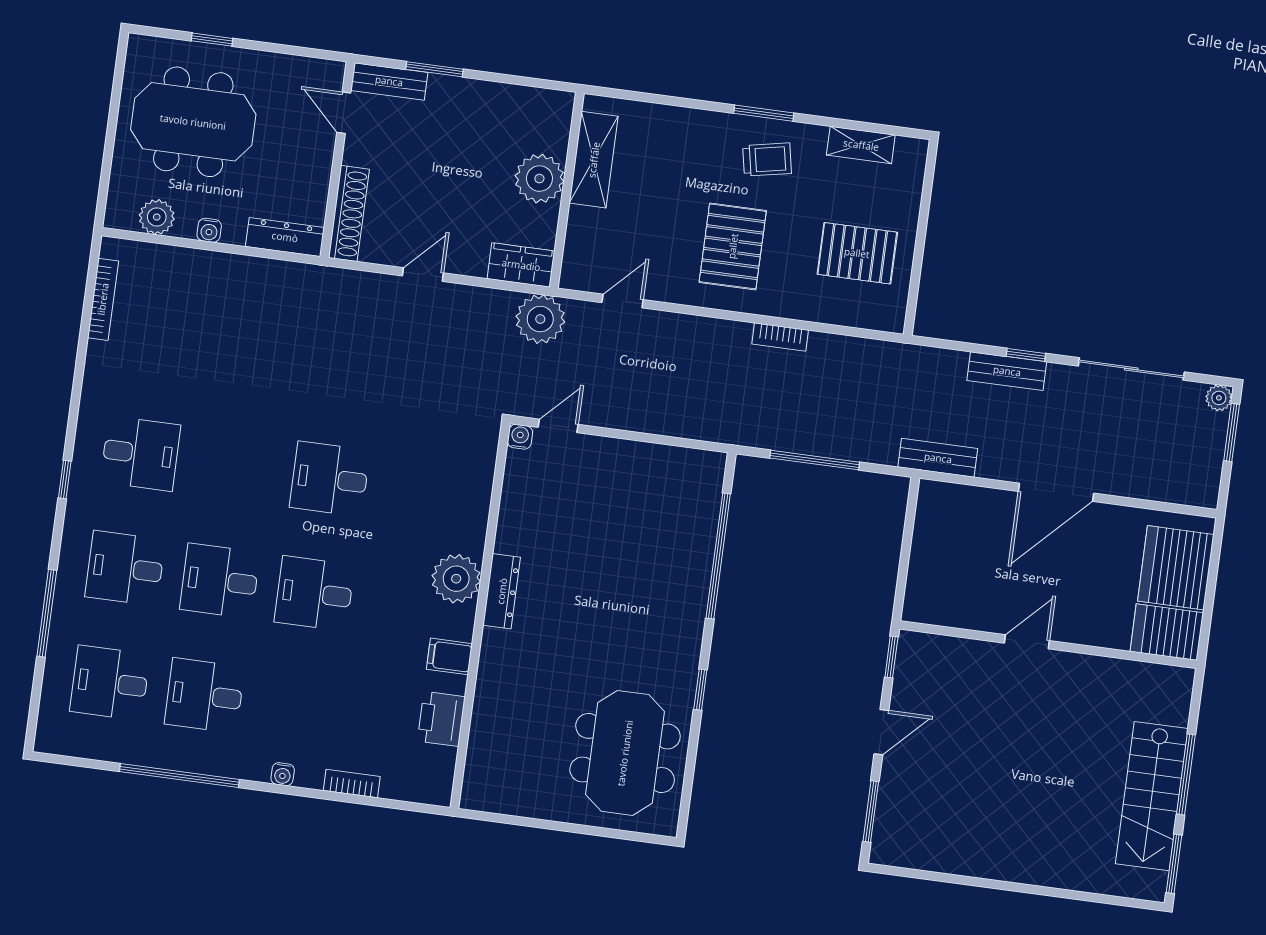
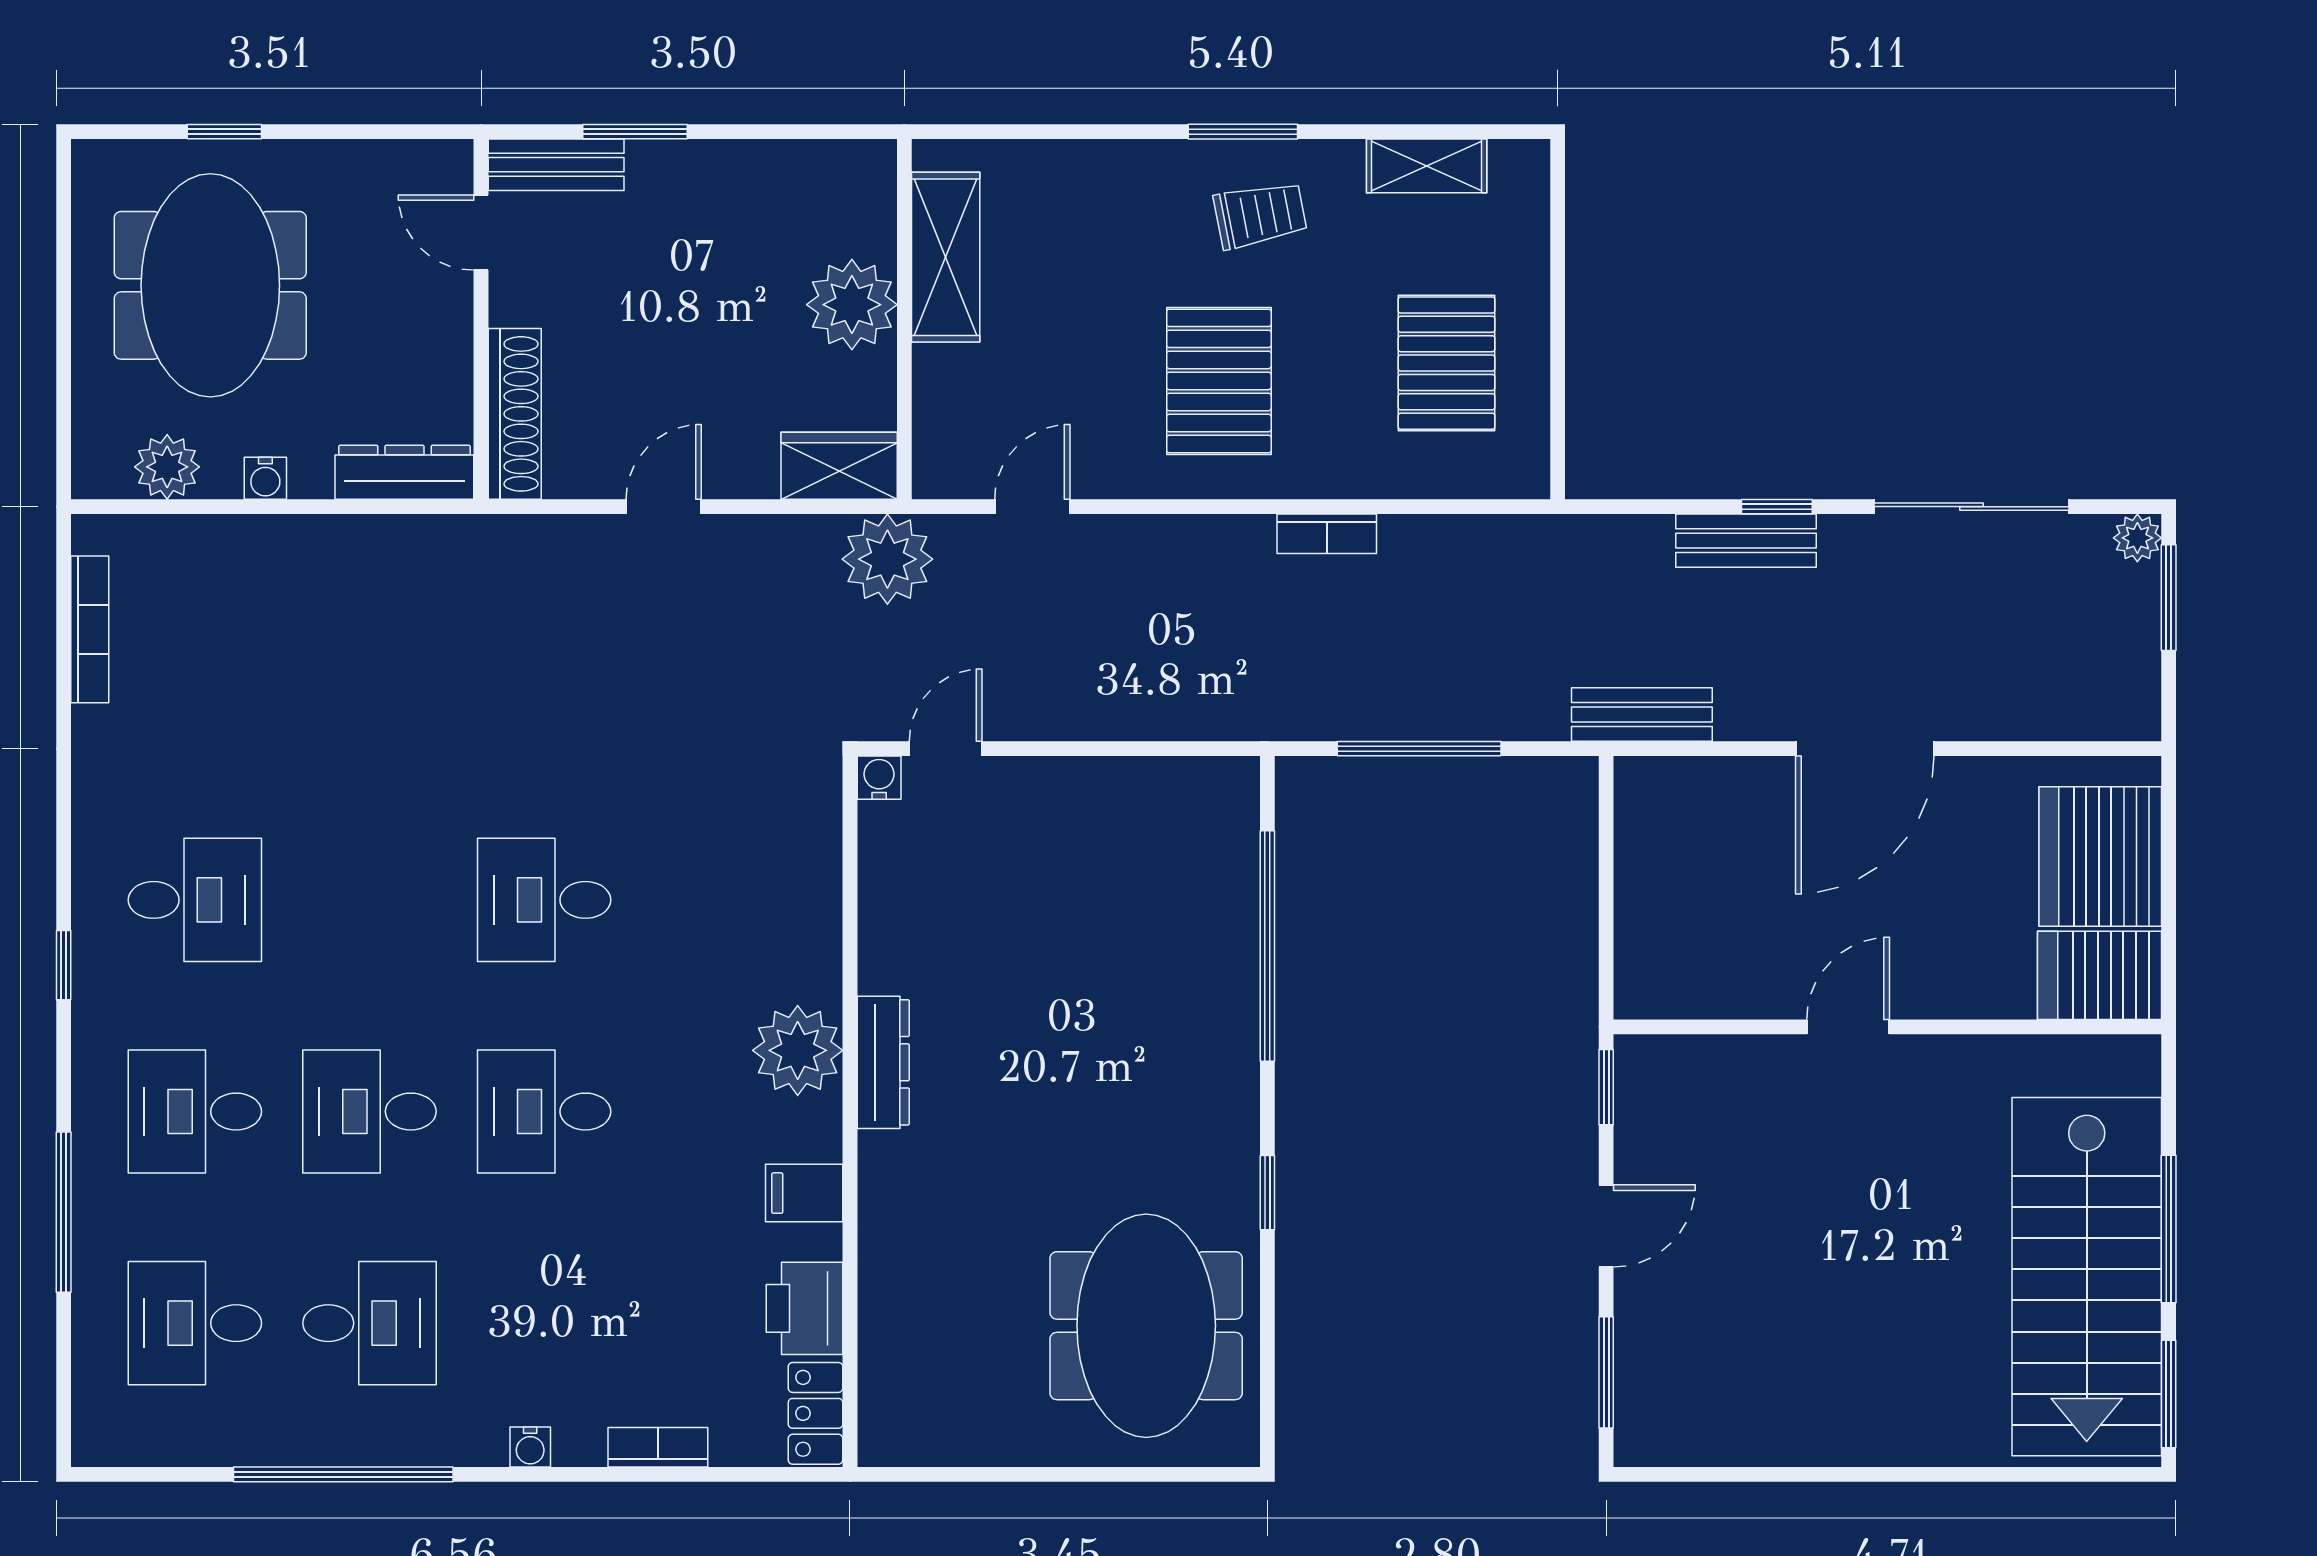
meeting table: (193, 122) -> (210, 285), turned 90
pallet: (857, 253) -> (1446, 363), turned 90
desk: (205, 695) -> (369, 1323), turned 180
locker: (440, 777) -> (816, 1413), added
stairs: (1152, 796) -> (2087, 1277), width x1.36, depth x1.51

